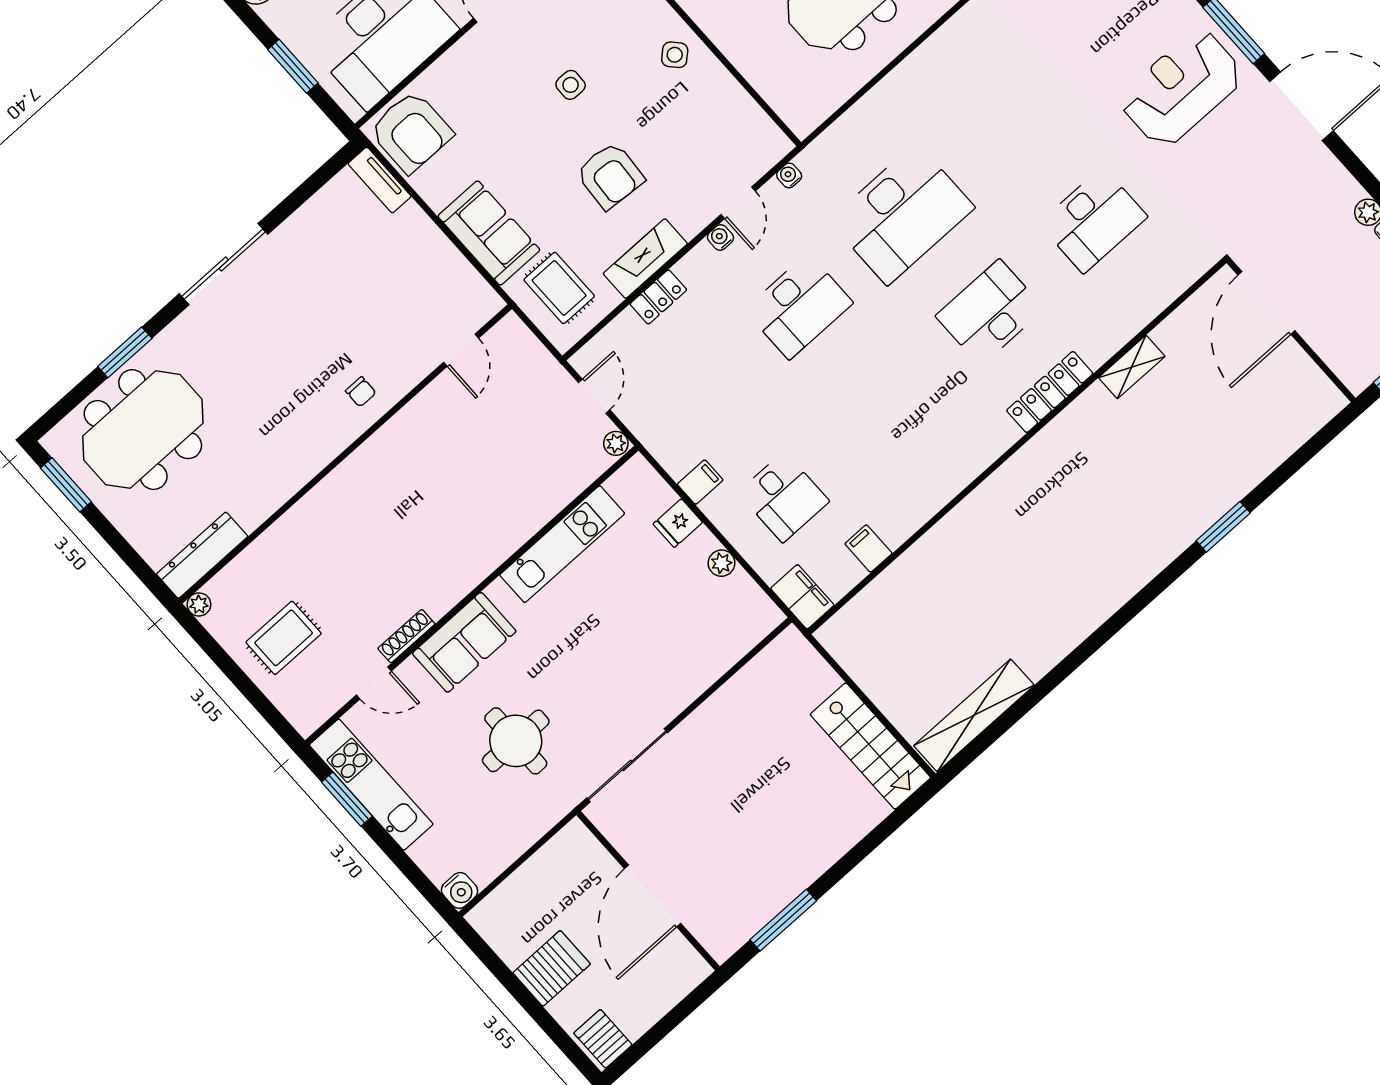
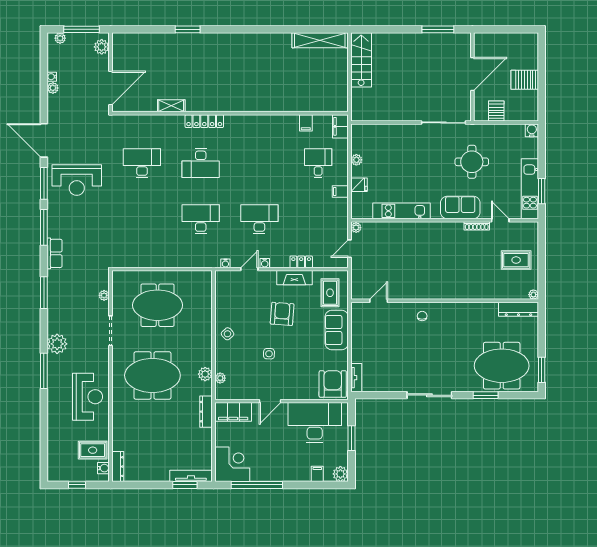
desk: (902, 214) -> (201, 219), width x0.73, depth x0.77
plant: (1347, 361) -> (102, 47), added
server rack: (603, 1039) -> (496, 111), moved, turned 180

